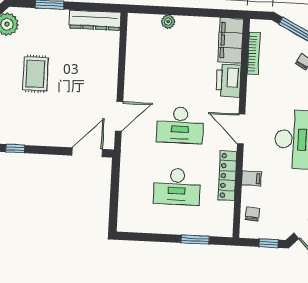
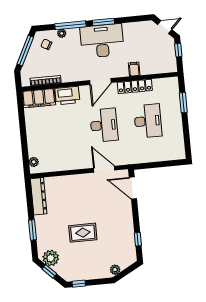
plant: (168, 22) -> (34, 162), moved
chair: (252, 214) -> (159, 65), removed

